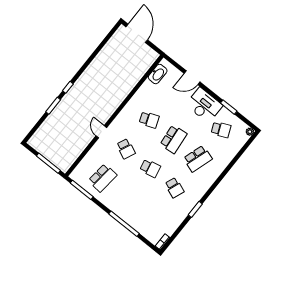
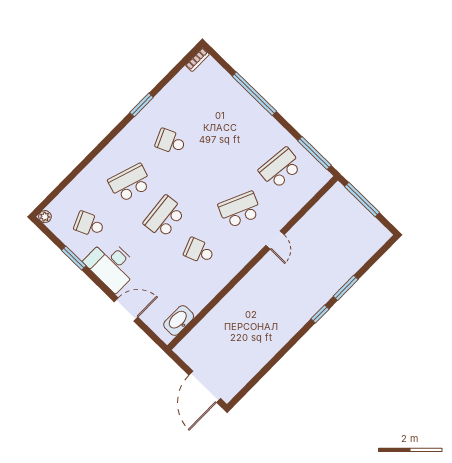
school desk: (126, 149) -> (240, 210), width x1.85
school desk: (150, 168) -> (205, 176), removed
school desk: (174, 188) -> (171, 142), turned -45

